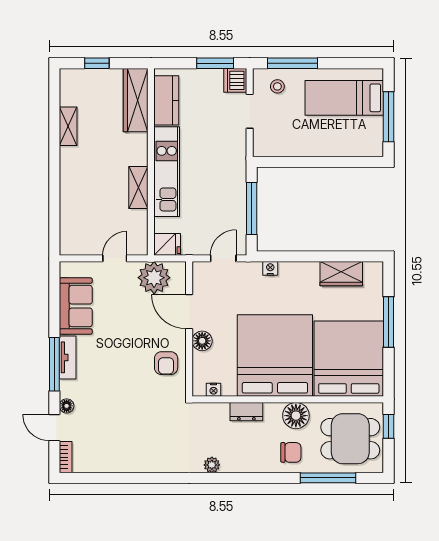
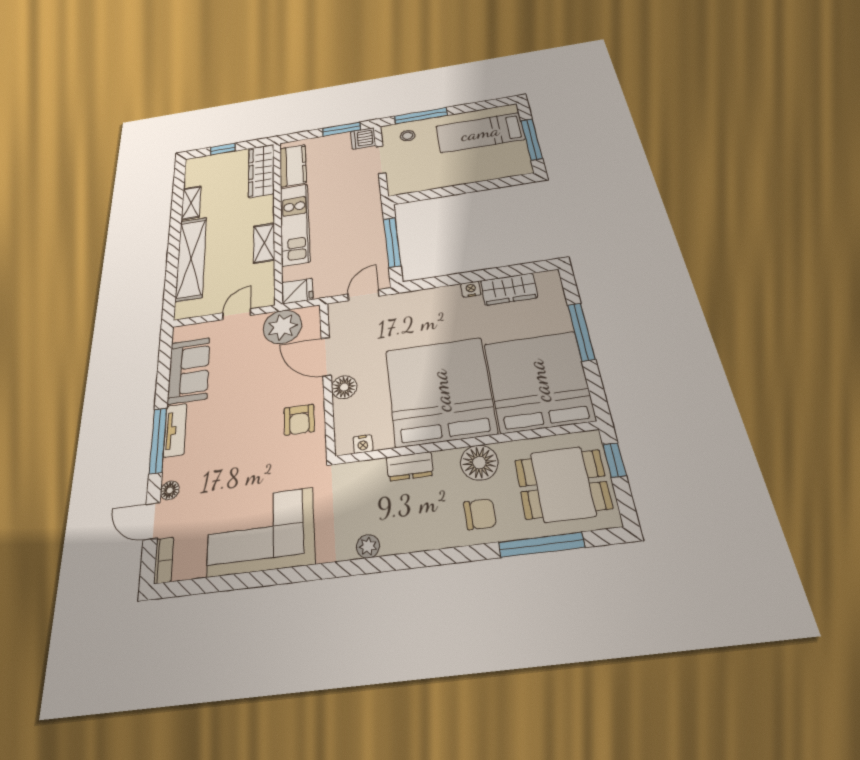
shelving: (72, 192) -> (191, 258), added
nightstand: (270, 268) -> (471, 289), moved
corner sofa: (136, 445) -> (261, 532), added

